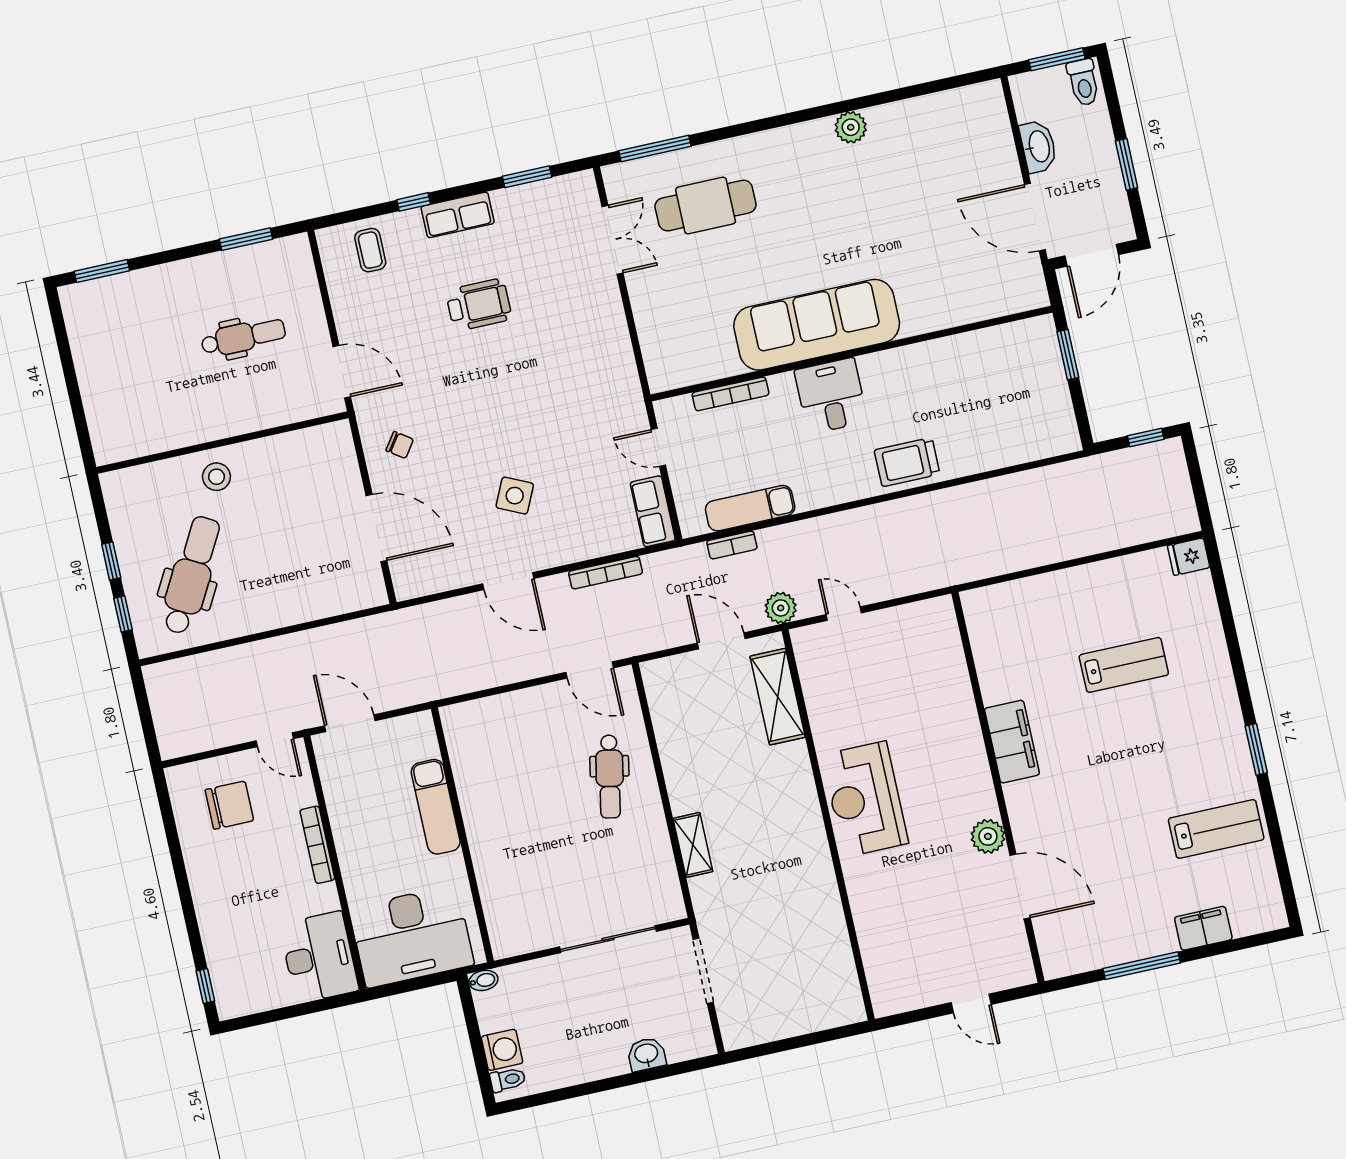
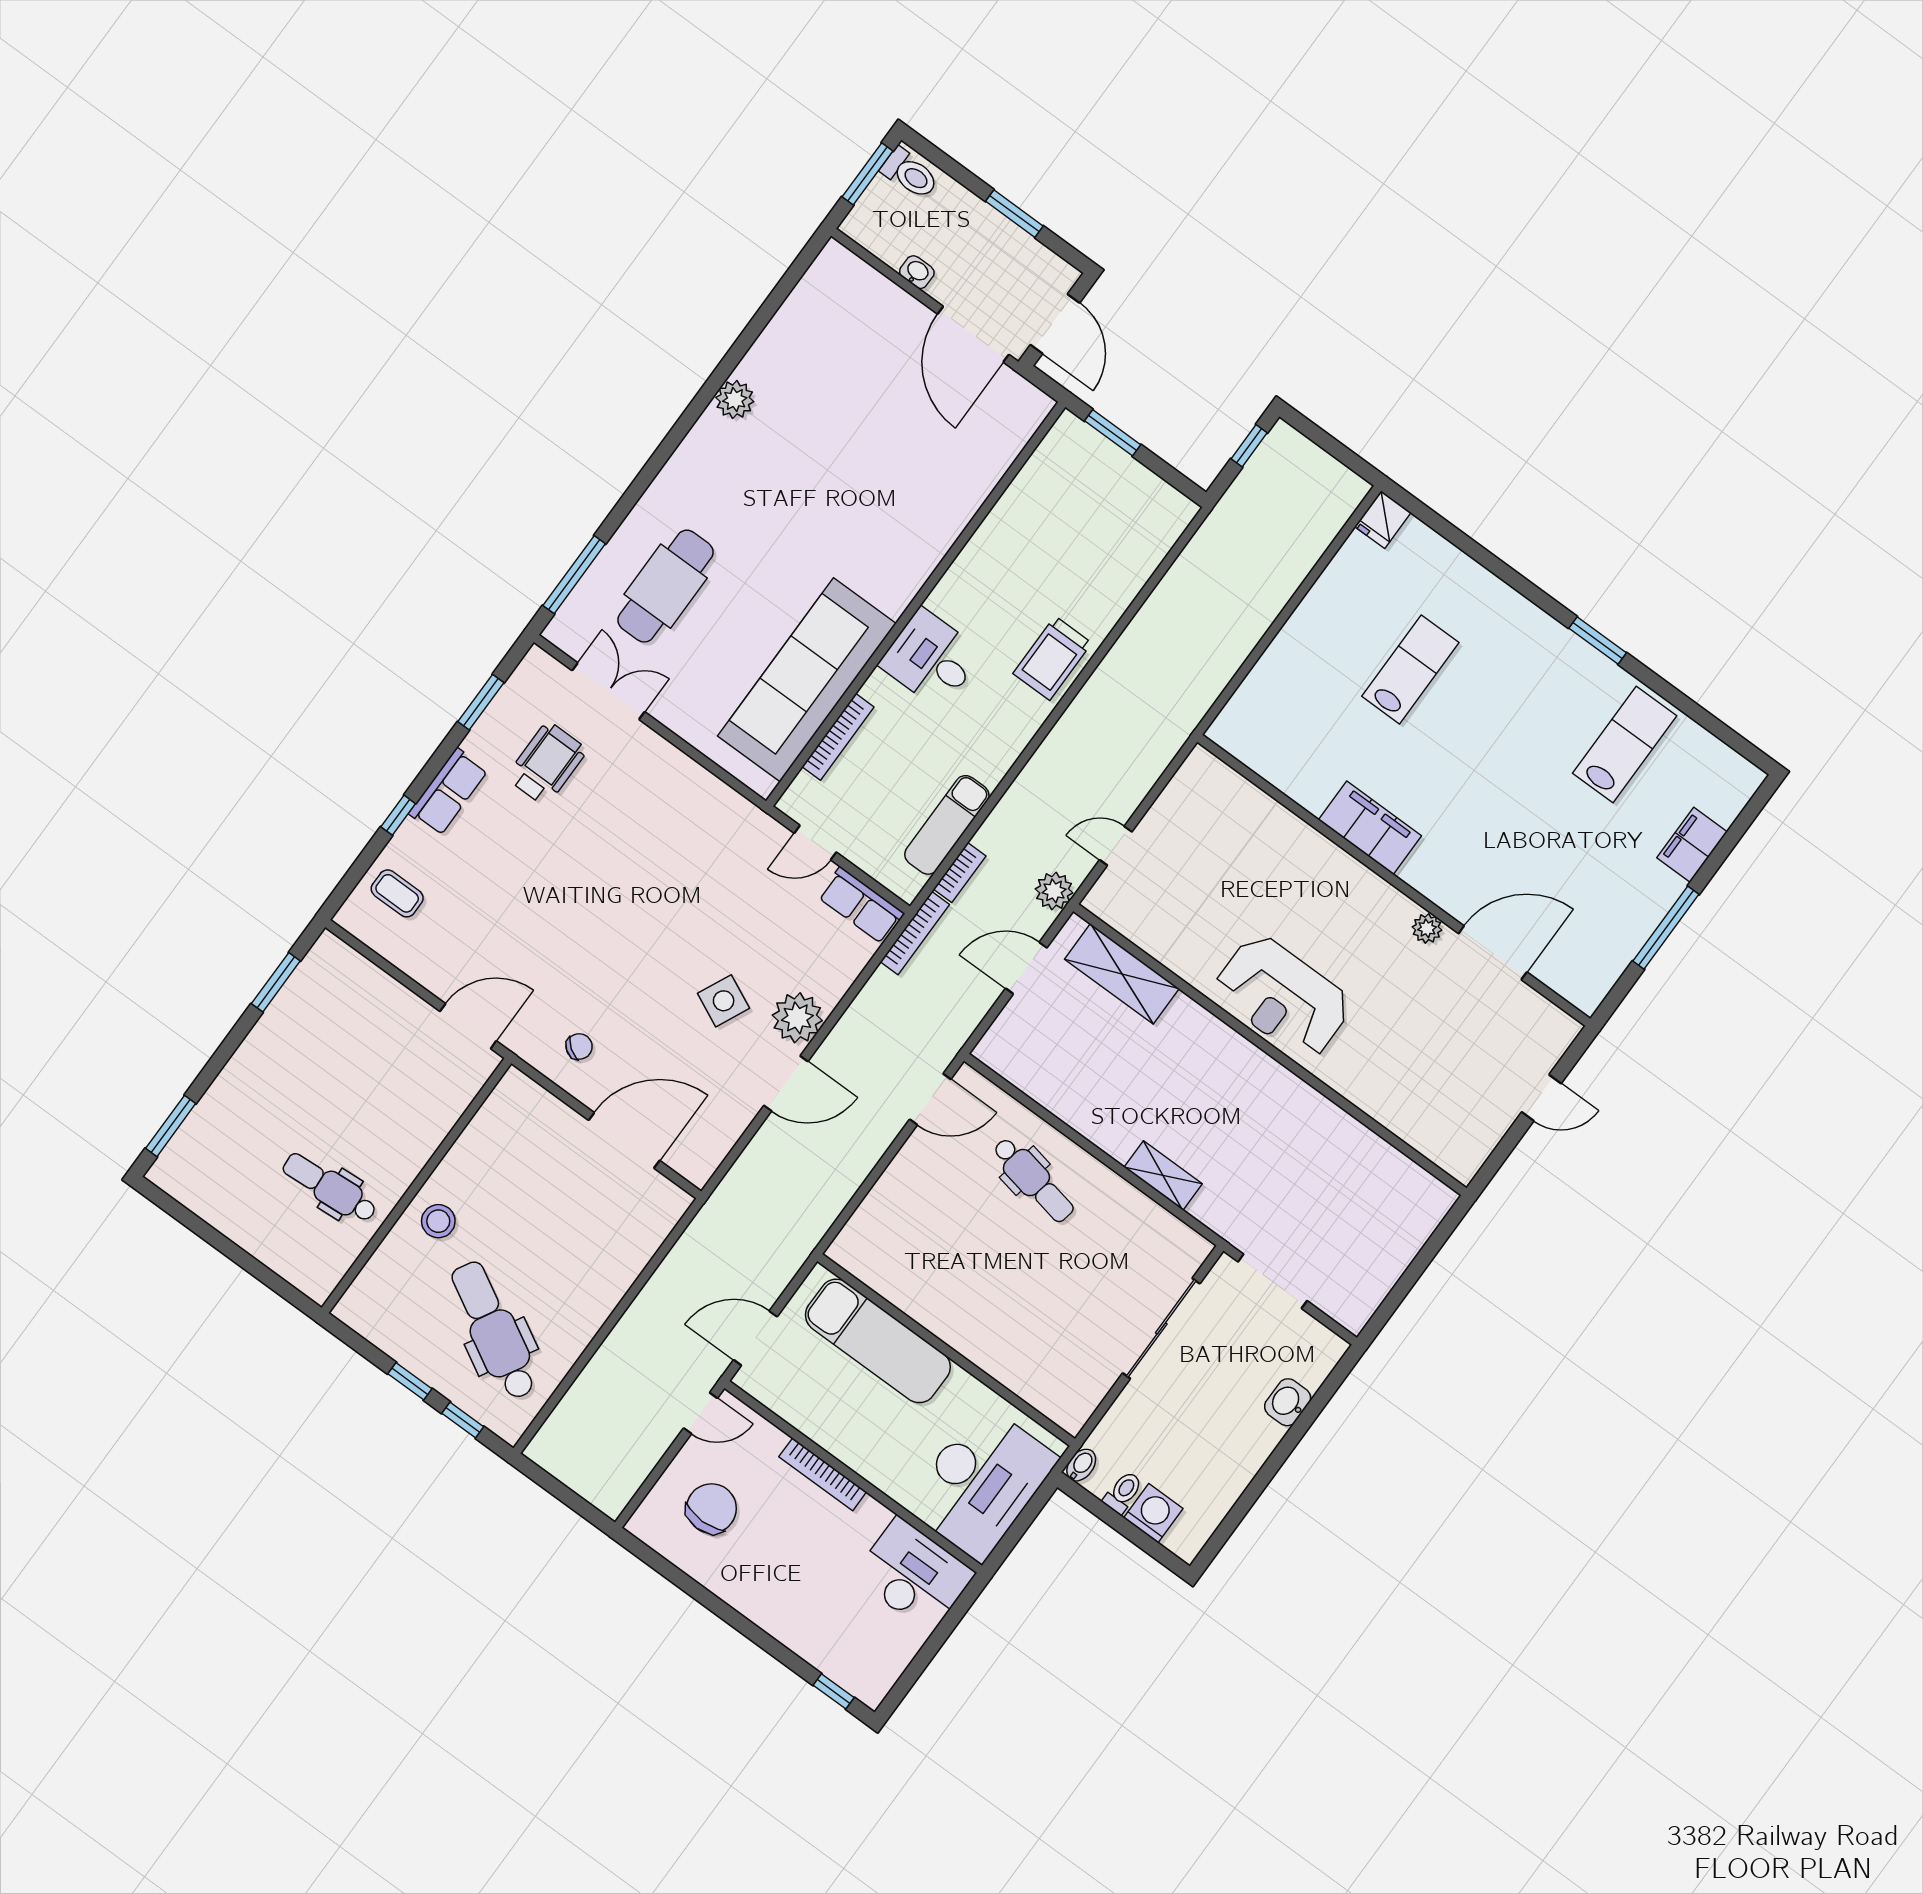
washbasin: (1038, 146) -> (917, 272), width x0.52, depth x0.69
door: (1035, 217) -> (973, 334), hinge flipped
wheelchair: (479, 305) -> (547, 764), moved
sofa: (817, 325) -> (807, 680), moved
dental chair: (243, 337) -> (330, 1188), moved, turned -94
plant: (551, 547) -> (797, 1018), added
bookcase: (606, 573) -> (915, 933), moved
exam couch: (436, 807) -> (878, 1341), width x1.36, depth x1.45
plant: (988, 836) -> (1427, 928), width x0.73, depth x0.73
toilet: (508, 1080) -> (1123, 1492), moved

